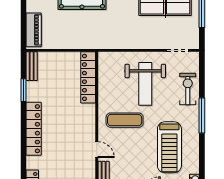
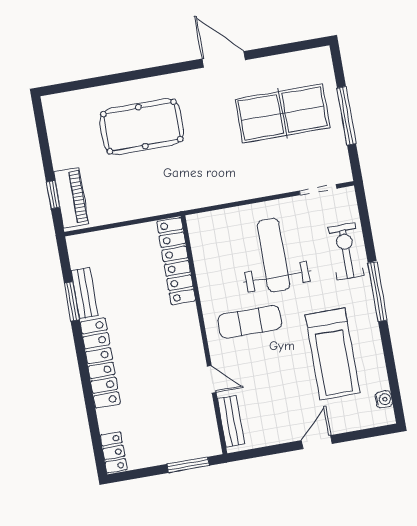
window: (23, 26) -> (53, 195), added
bench: (32, 66) -> (85, 293), moved
weight bench: (145, 84) -> (274, 255), turned 180

